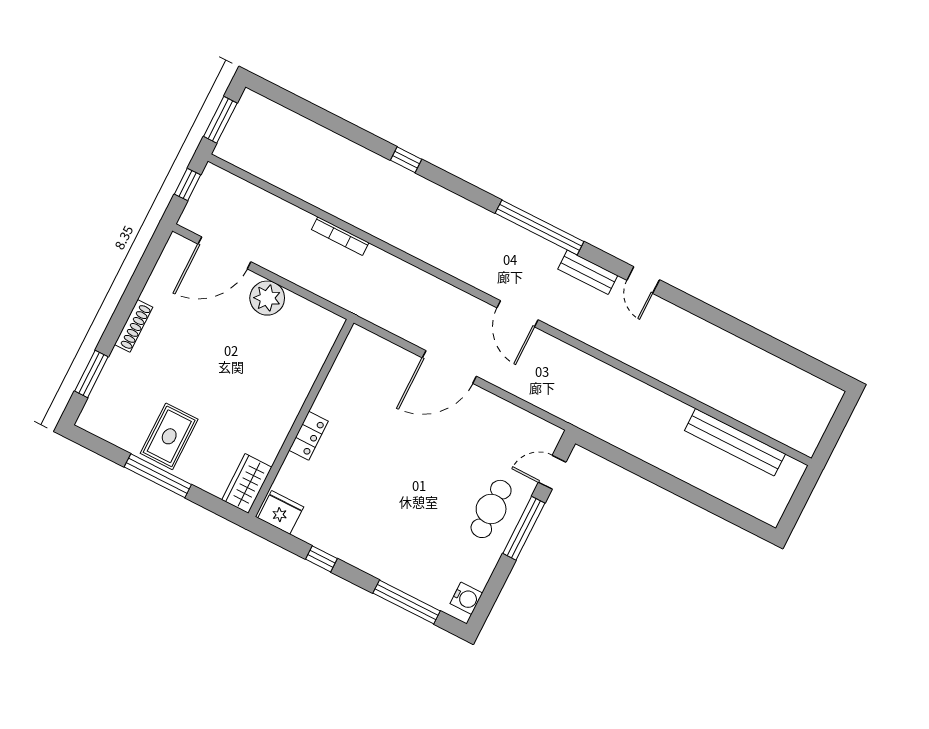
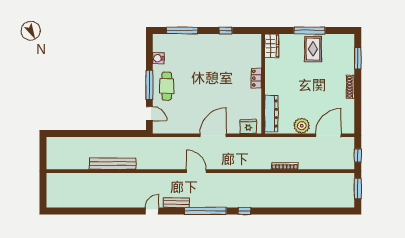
window: (406, 160) -> (244, 211), moved
door: (643, 280) -> (152, 211), hinge flipped
dresser: (314, 352) -> (271, 114), added
bench: (735, 442) -> (113, 164), moved
door: (552, 472) -> (149, 114), hinge flipped
fridge: (281, 512) -> (248, 126), moved, turned 180
water cooler: (466, 598) -> (158, 58), moved

